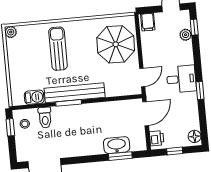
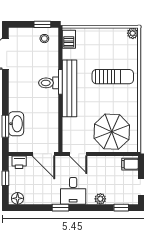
plant: (186, 35) -> (100, 199), moved
barbecue: (34, 97) -> (69, 39), moved
toilet: (45, 118) -> (49, 83), moved

